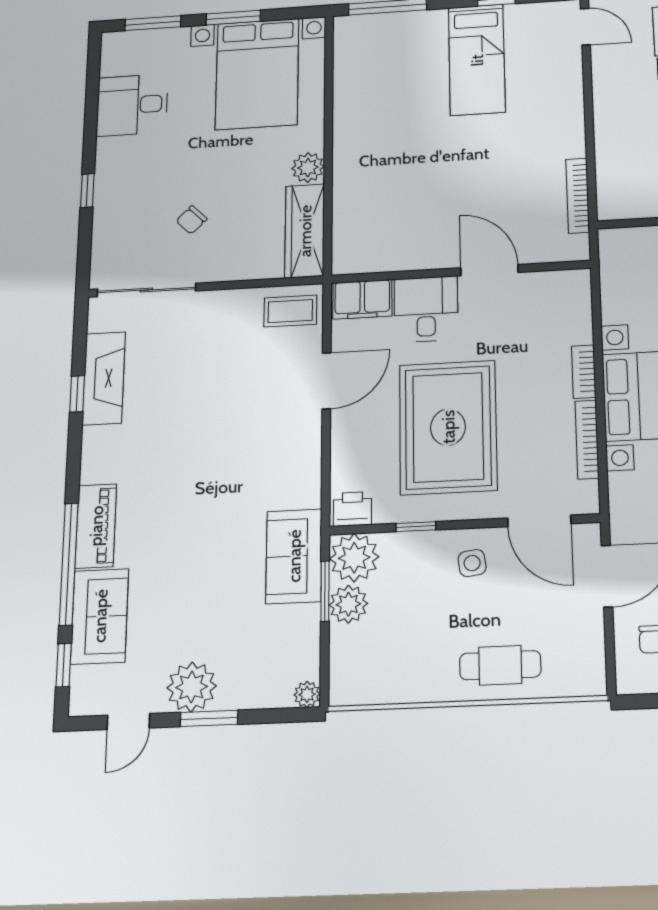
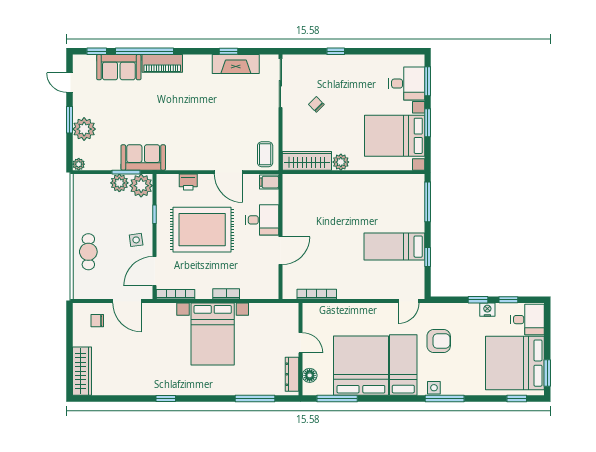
desk: (132, 105) -> (407, 84), moved, turned 90
filing cabinet: (362, 299) -> (269, 182), width x0.50
bookcase: (587, 439) -> (176, 294), moved
printer: (352, 509) -> (188, 182), moved, turned 90
plant: (192, 687) -> (84, 129), moved

